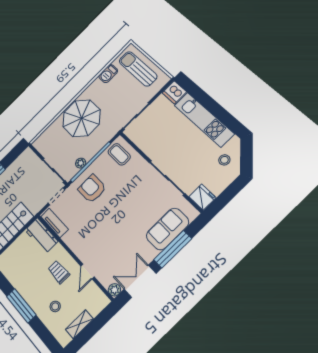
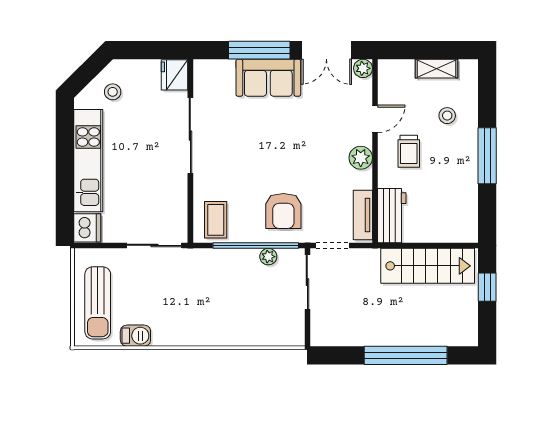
parasol: (82, 118) -> (217, 313), removed
sofa: (167, 229) -> (268, 78), moved
plant: (78, 247) -> (361, 158), added

